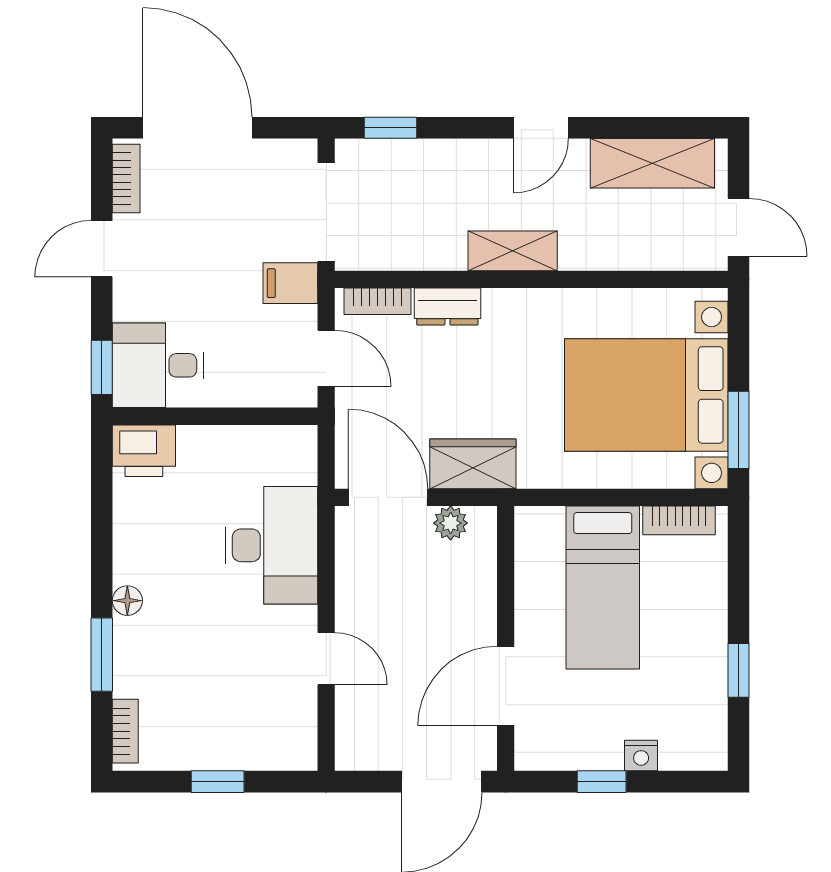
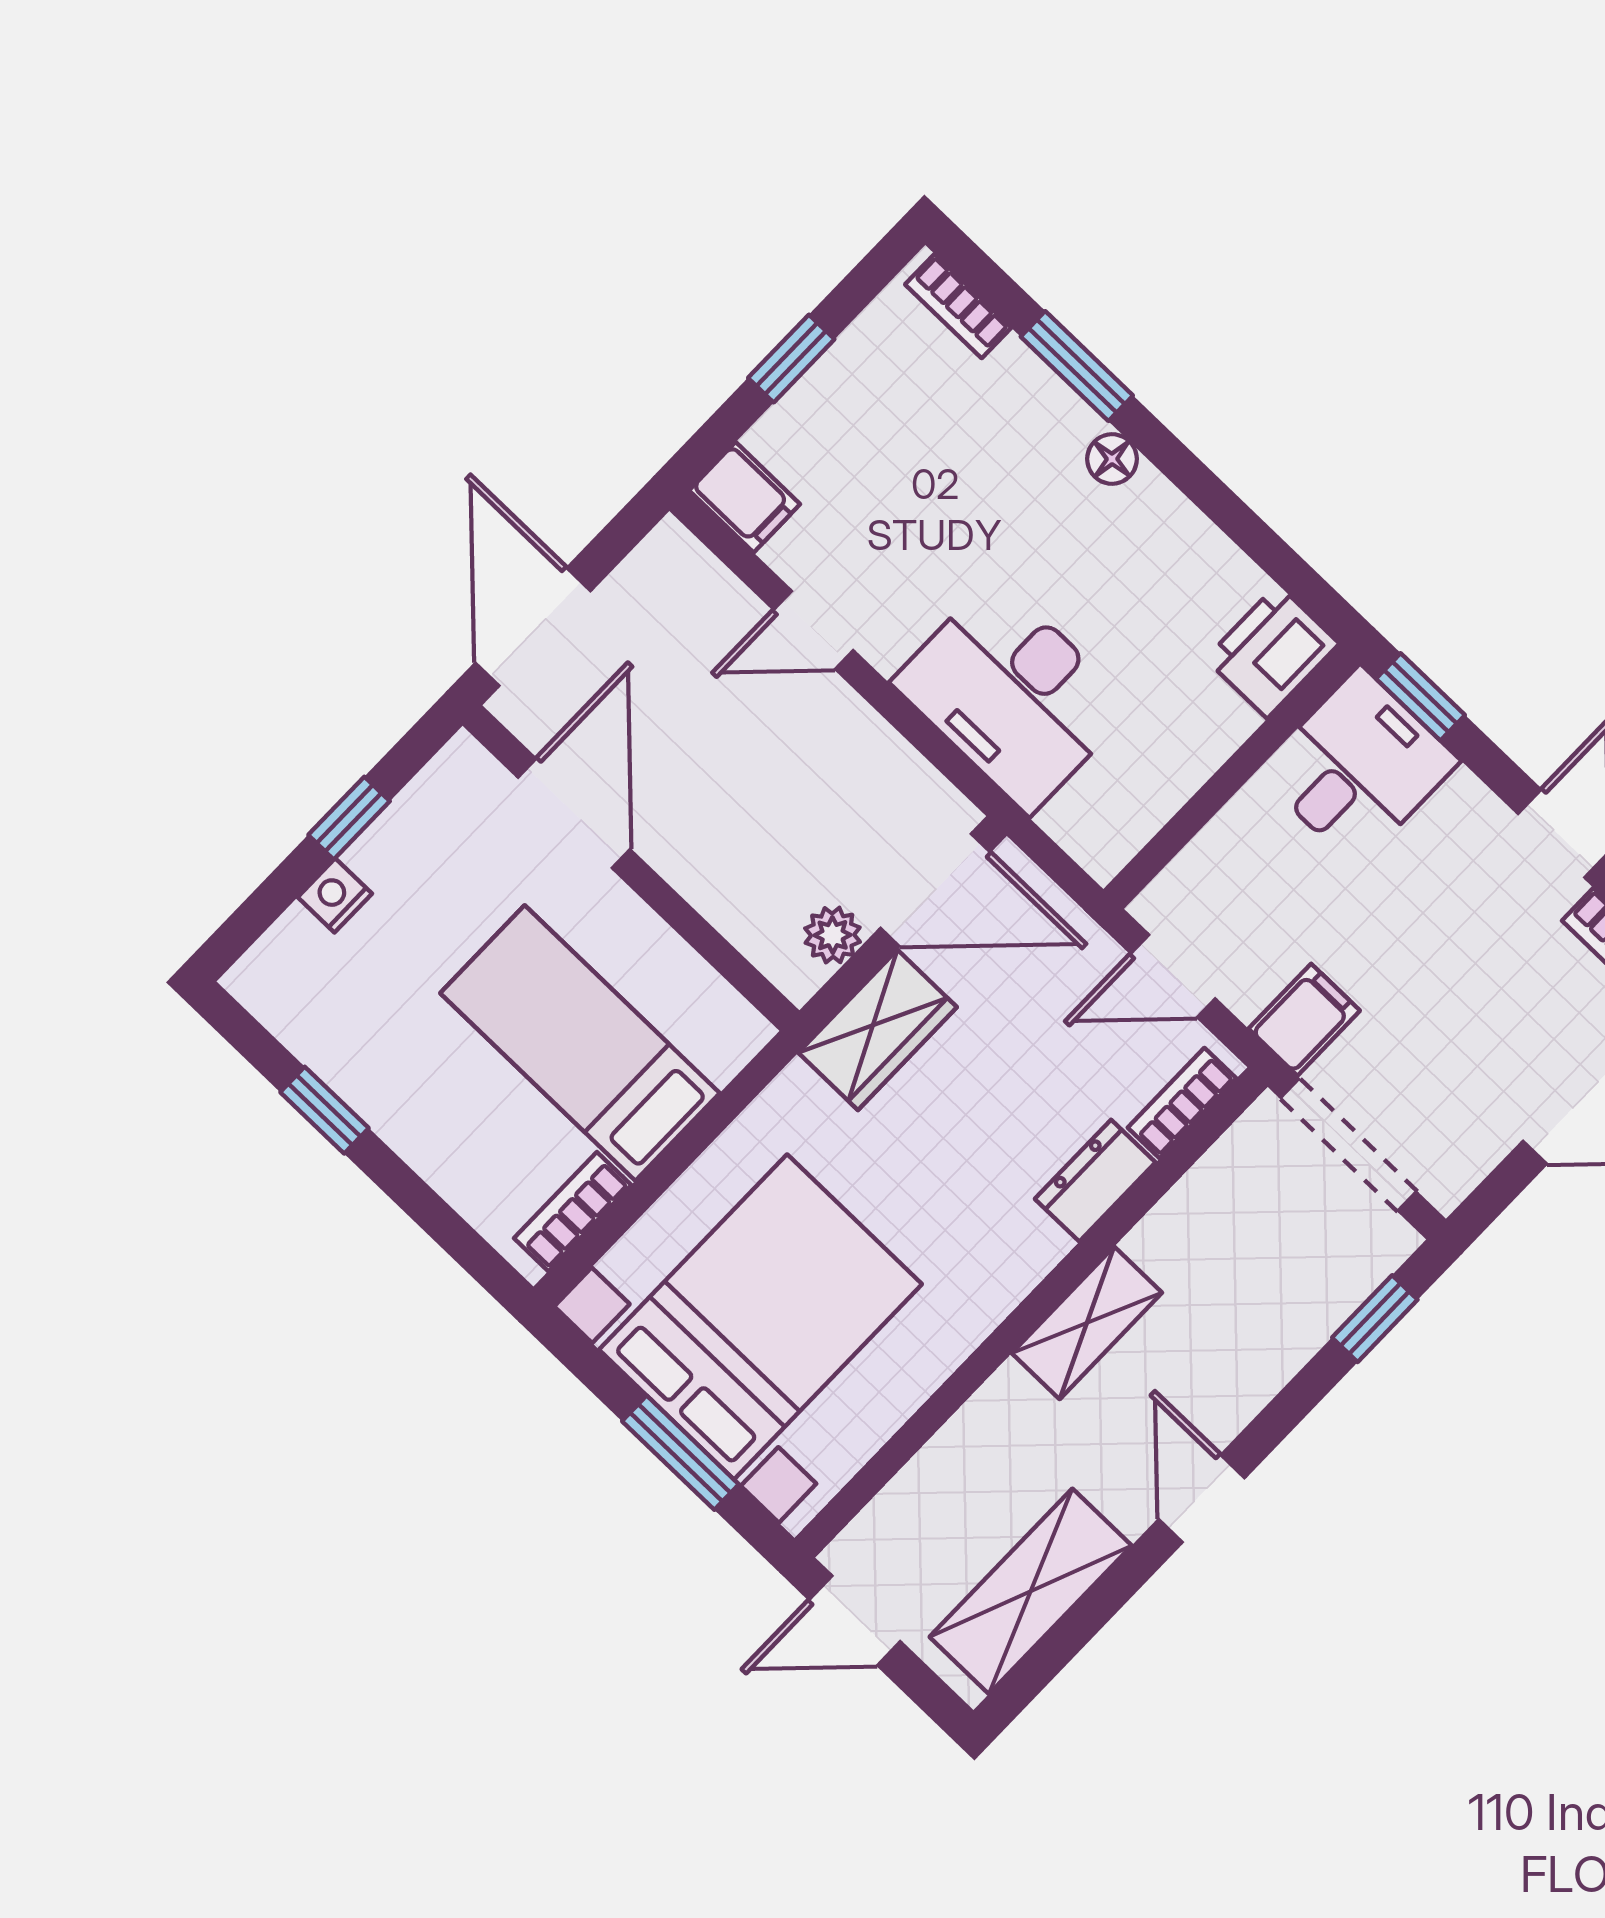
window: (739, 430) -> (680, 1453), moved
filing cabinet: (297, 744) -> (745, 497), added

